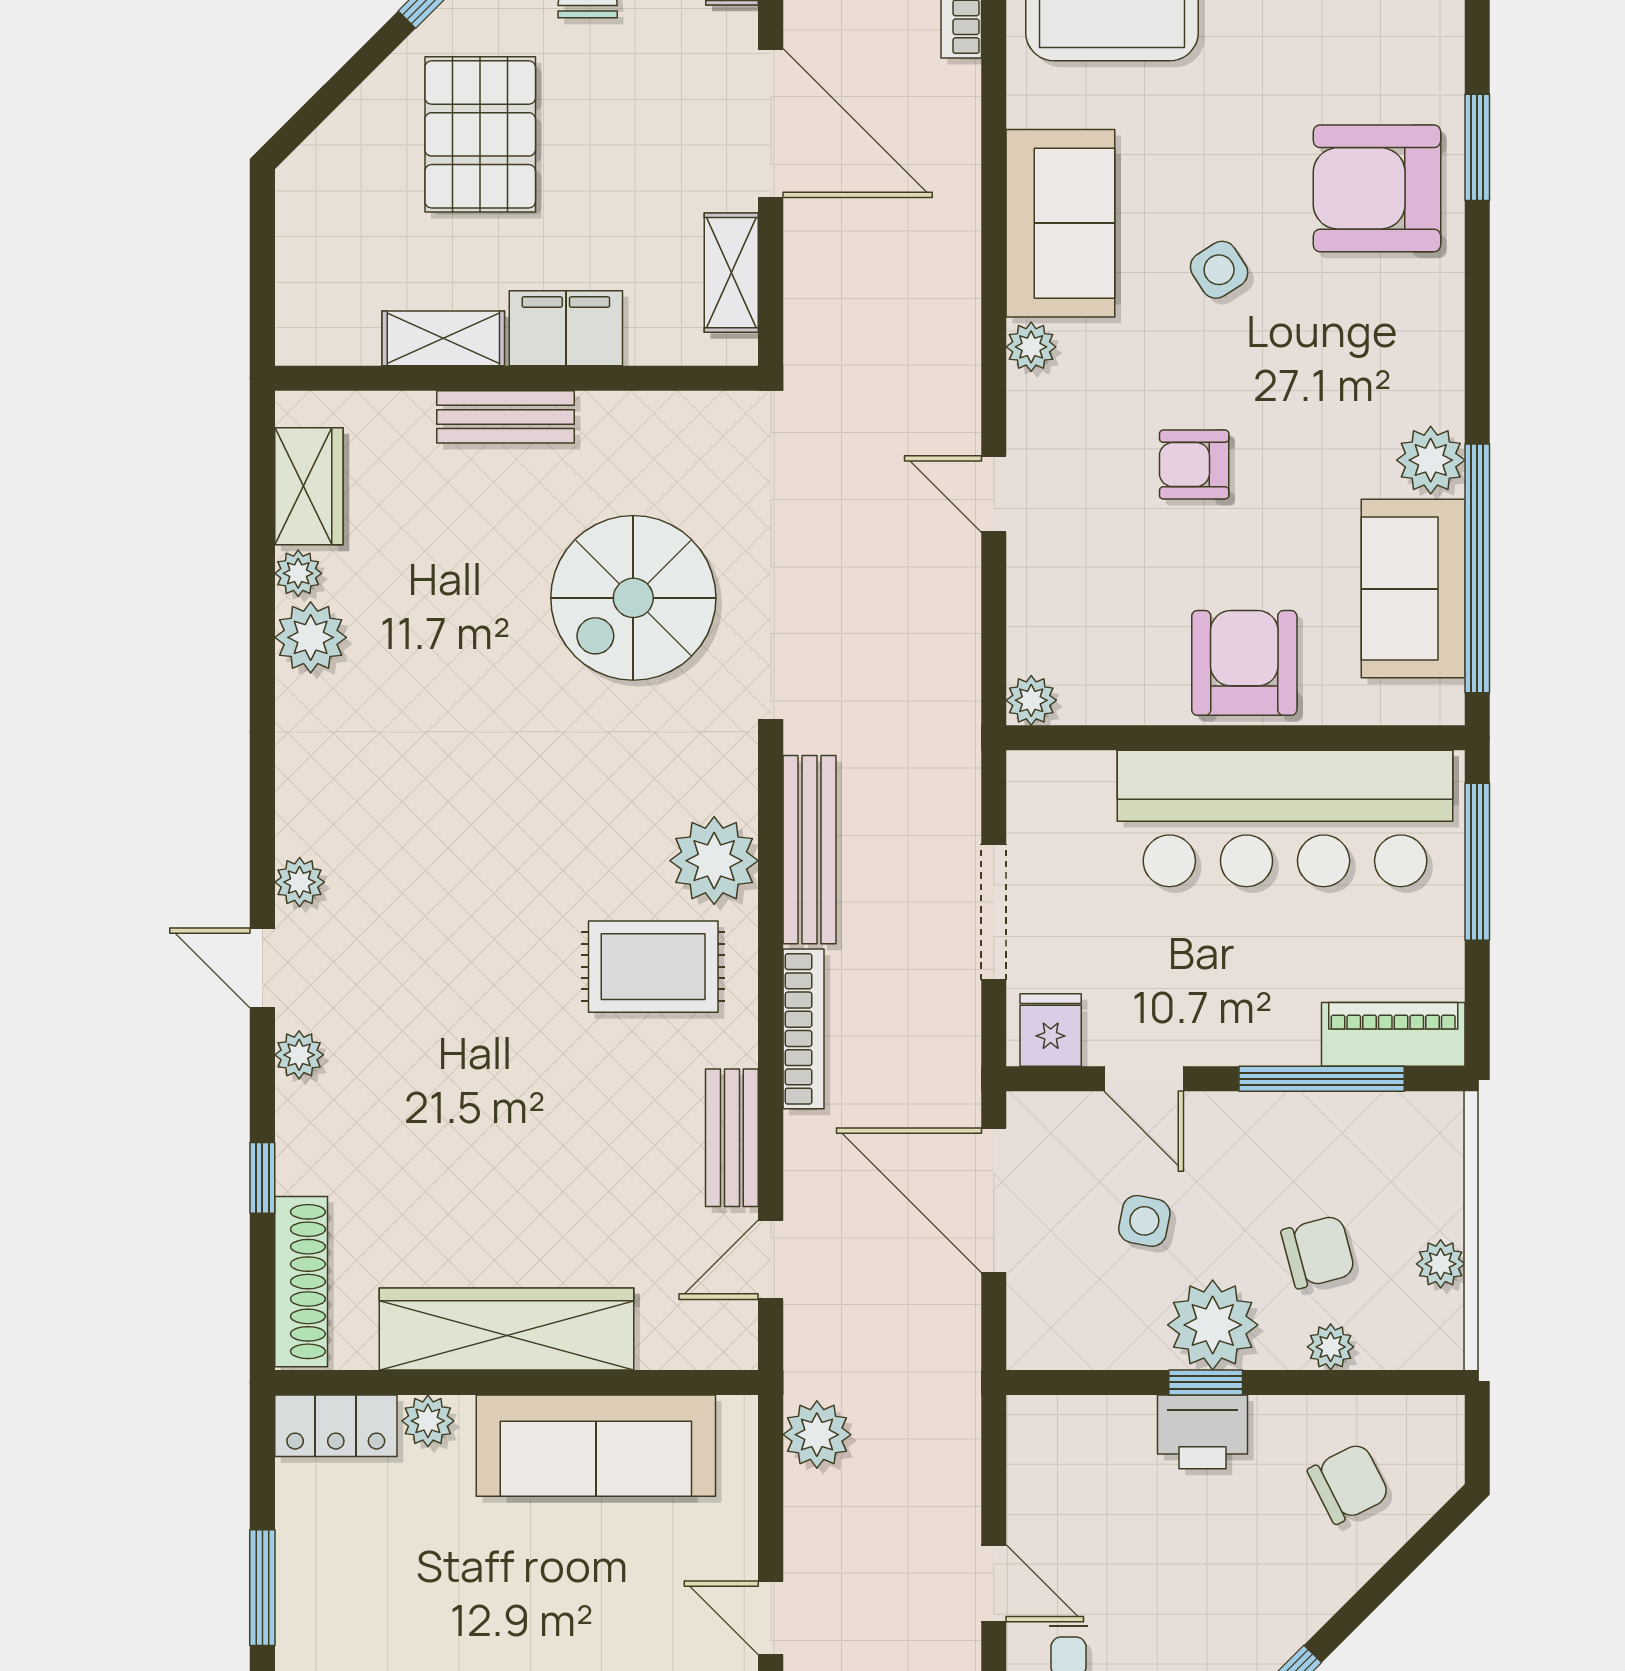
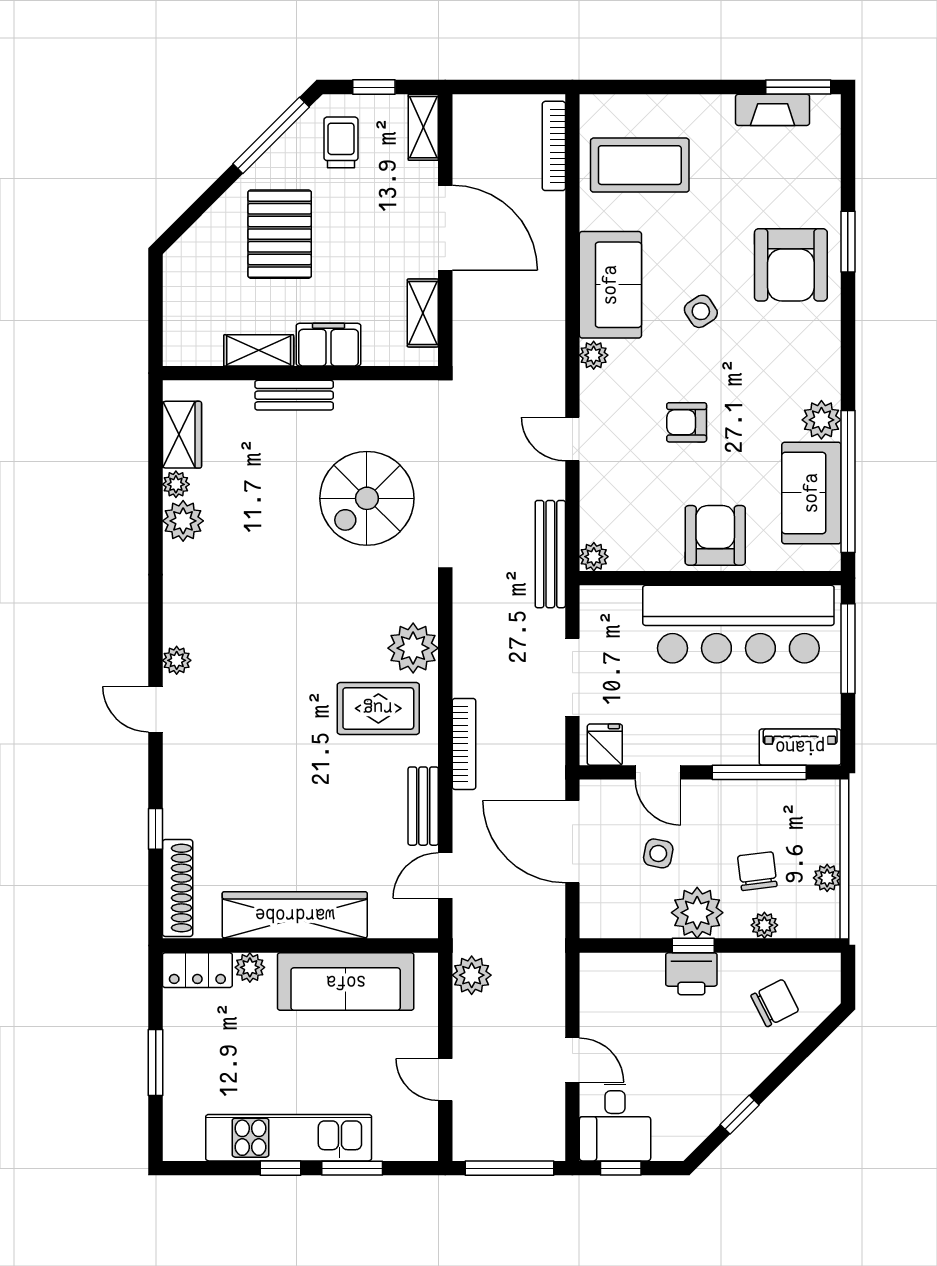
armchair: (1377, 188) -> (791, 265), turned -90
bench: (809, 850) -> (550, 554), moved
plant: (299, 1055) -> (176, 759), removed
chair: (1318, 1252) -> (757, 871), turned -82

